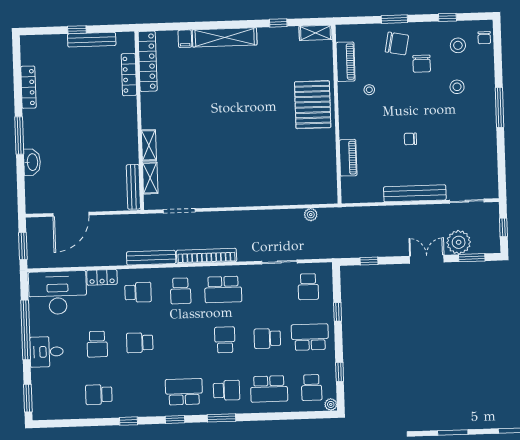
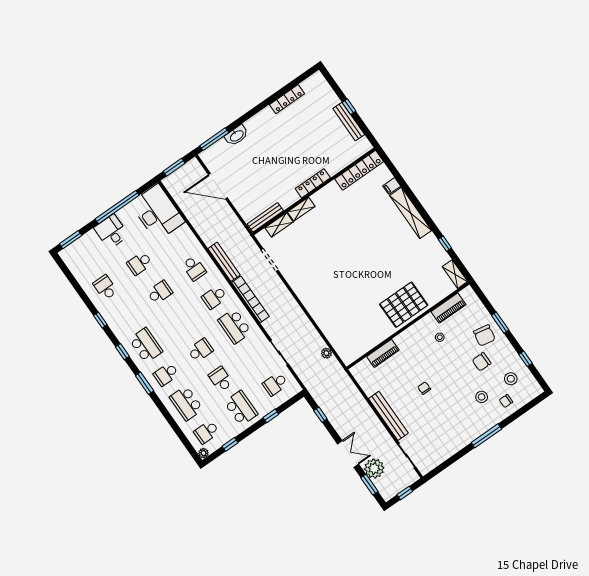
chair: (484, 38) -> (506, 401), moved
locker: (129, 75) -> (313, 183), moved
window: (19, 135) -> (214, 139), moved
locker: (102, 277) -> (188, 236), removed
school desk: (140, 343) -> (160, 292), turned 90
school desk: (226, 390) -> (166, 374), turned 90

